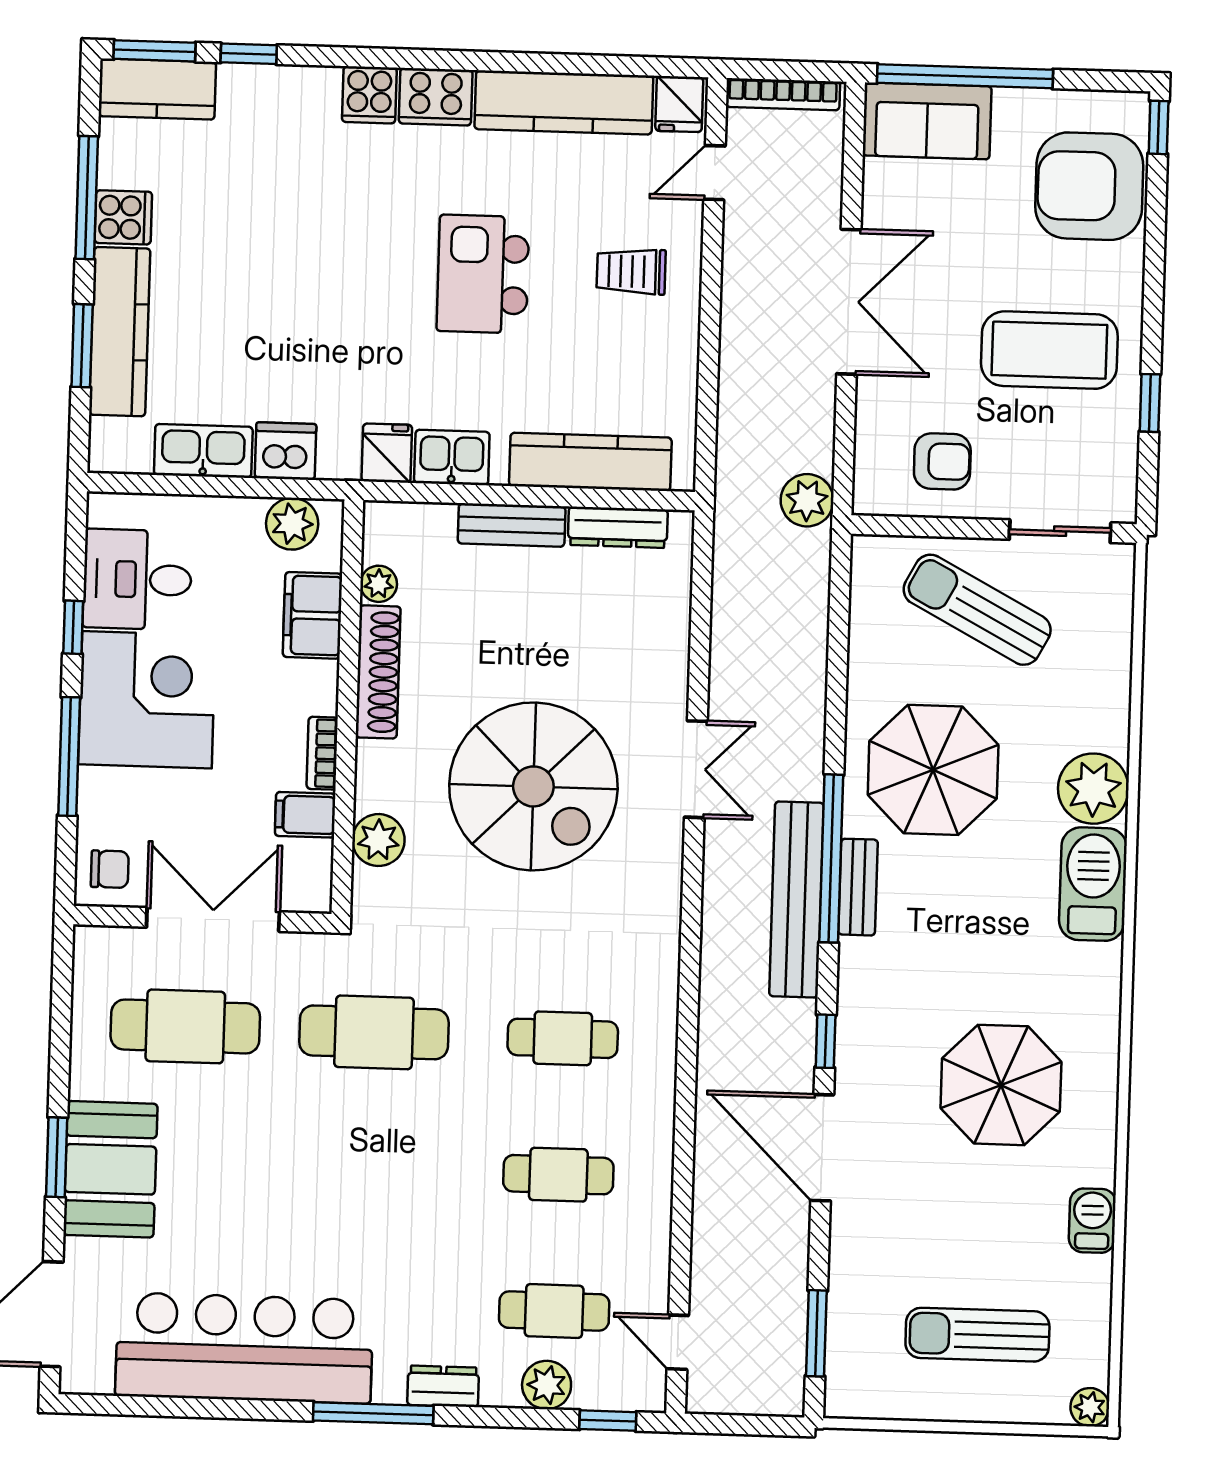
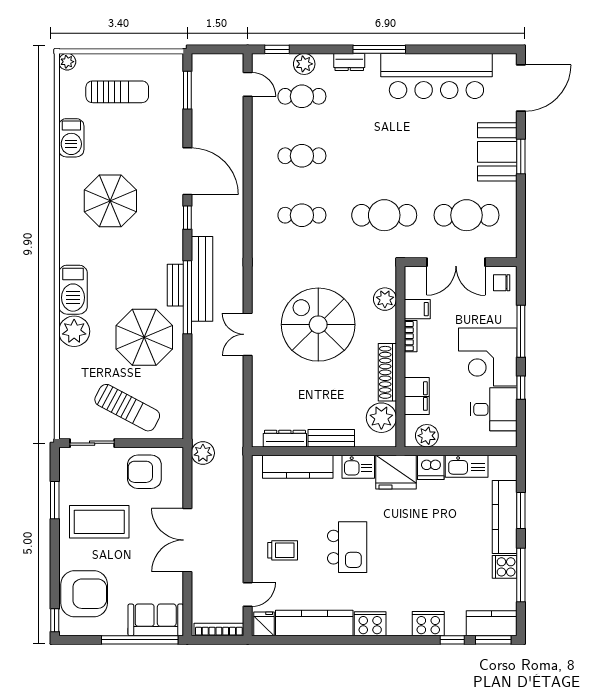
cooker: (369, 95) -> (428, 624), moved, width x1.36
window: (1150, 403) -> (55, 500), width x1.50
fridge: (387, 453) -> (396, 472), width x1.88, depth x1.34
armchair: (942, 461) -> (144, 472), width x1.38, depth x1.38
plant: (379, 584) -> (381, 418), width x1.88, depth x1.88
barbecue: (1092, 1221) -> (71, 138), width x1.38, depth x1.27

